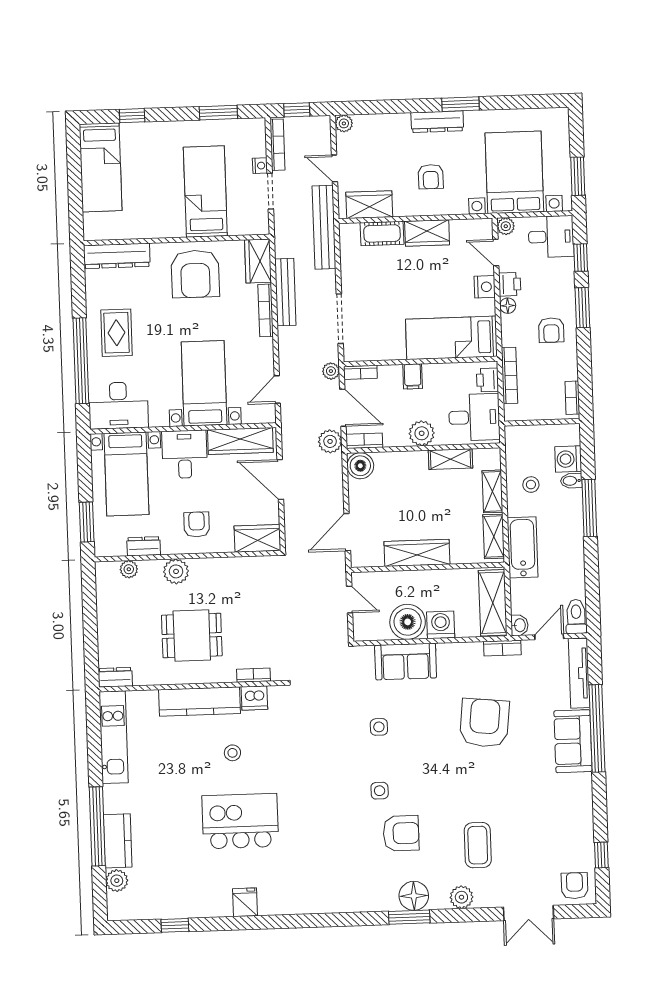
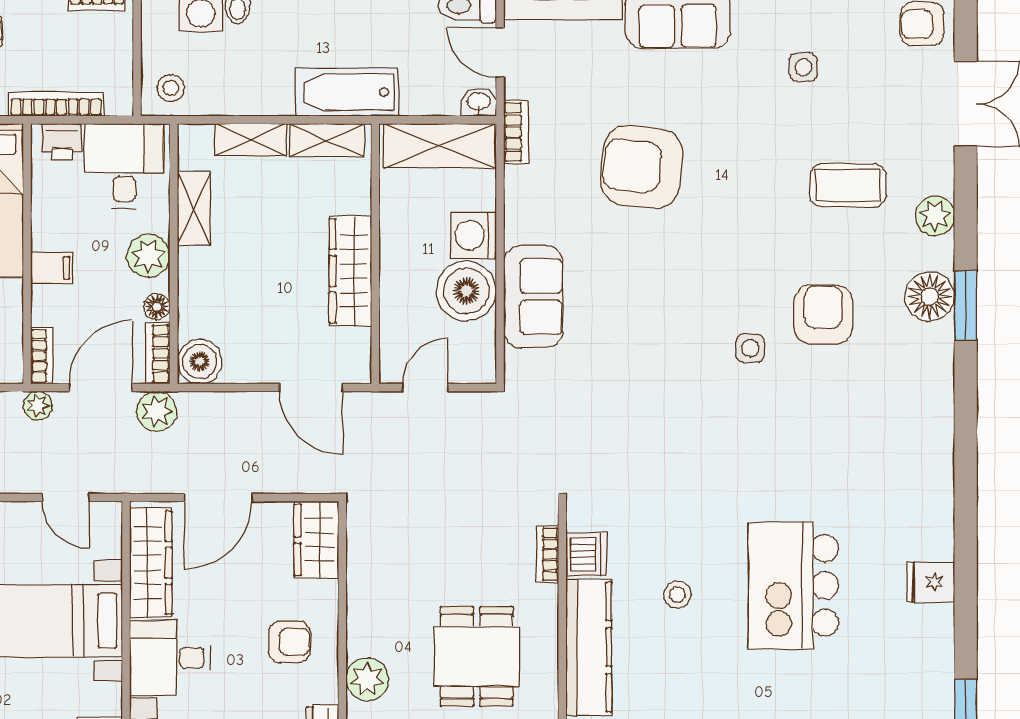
floor lamp: (392, 439) -> (157, 307), added
stool: (531, 485) -> (171, 88), moved
armchair: (197, 524) -> (289, 642), turned 180
side table: (379, 727) -> (803, 67), moved

